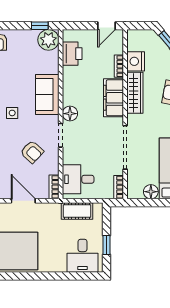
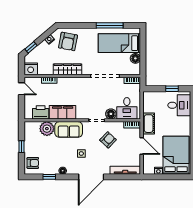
window: (40, 26) -> (21, 147), moved
plant: (48, 40) -> (47, 129), moved
nightstand: (136, 61) -> (31, 69), moved
filing cabinet: (114, 98) -> (63, 112), moved, turned 180
floor lamp: (70, 114) -> (111, 114), moved
door: (23, 201) -> (142, 146), swing flipped
cot: (77, 211) -> (149, 124), moved

